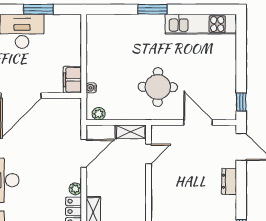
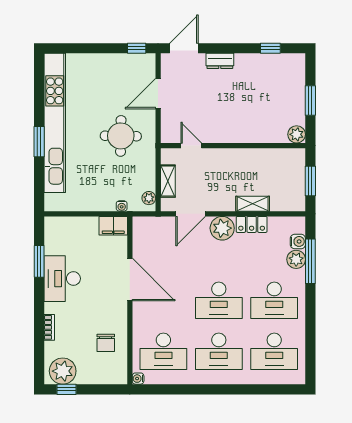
kitchen unit: (201, 24) -> (55, 123), width x1.86
shelving: (131, 132) -> (168, 181), moved
door: (84, 153) -> (191, 214), swing flipped
plant: (75, 189) -> (222, 228), width x1.87, depth x1.87

